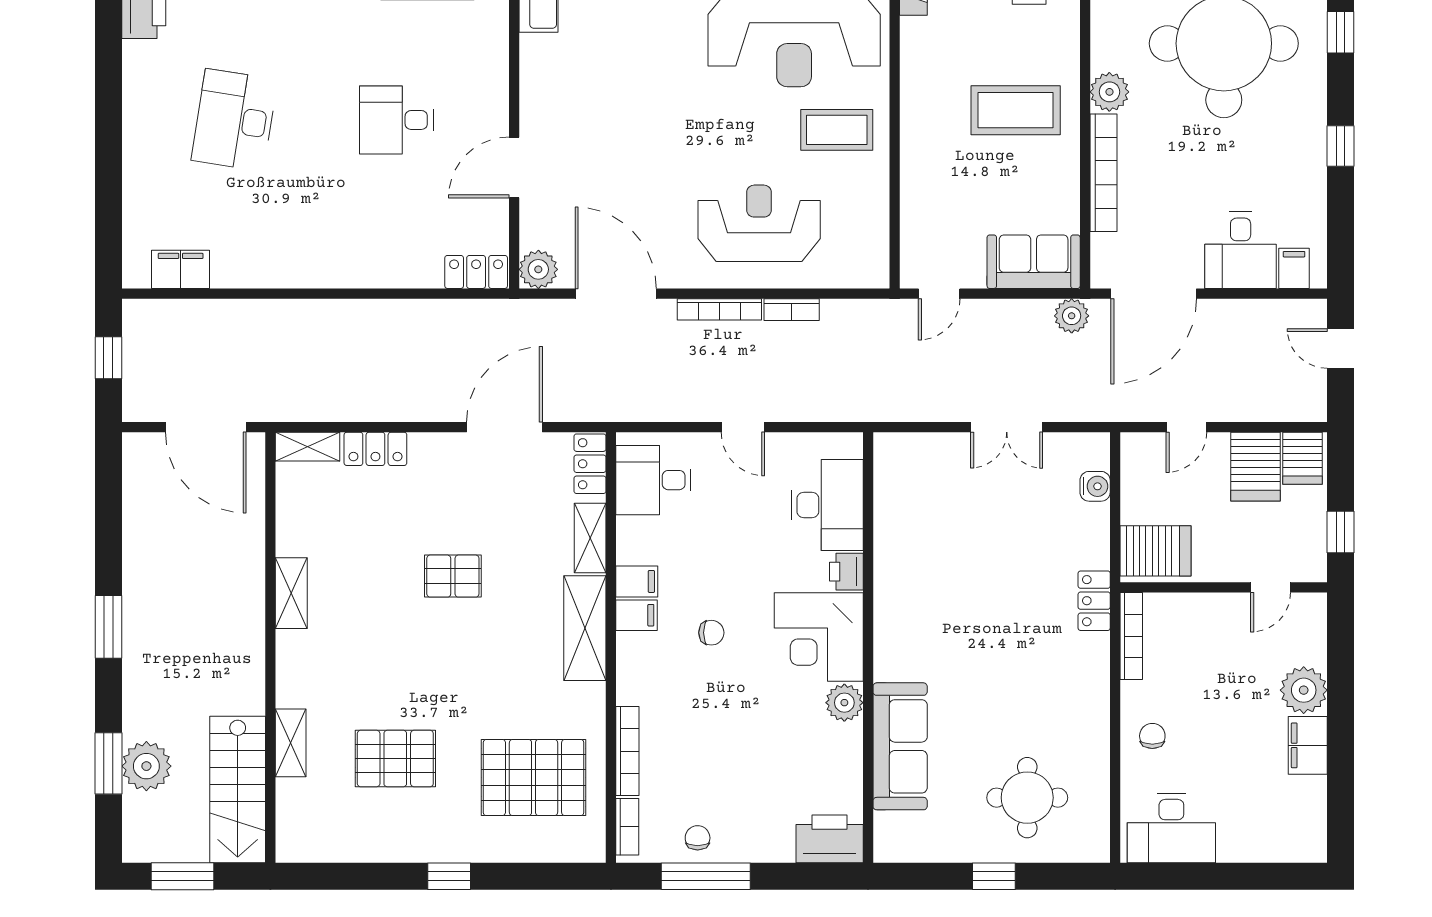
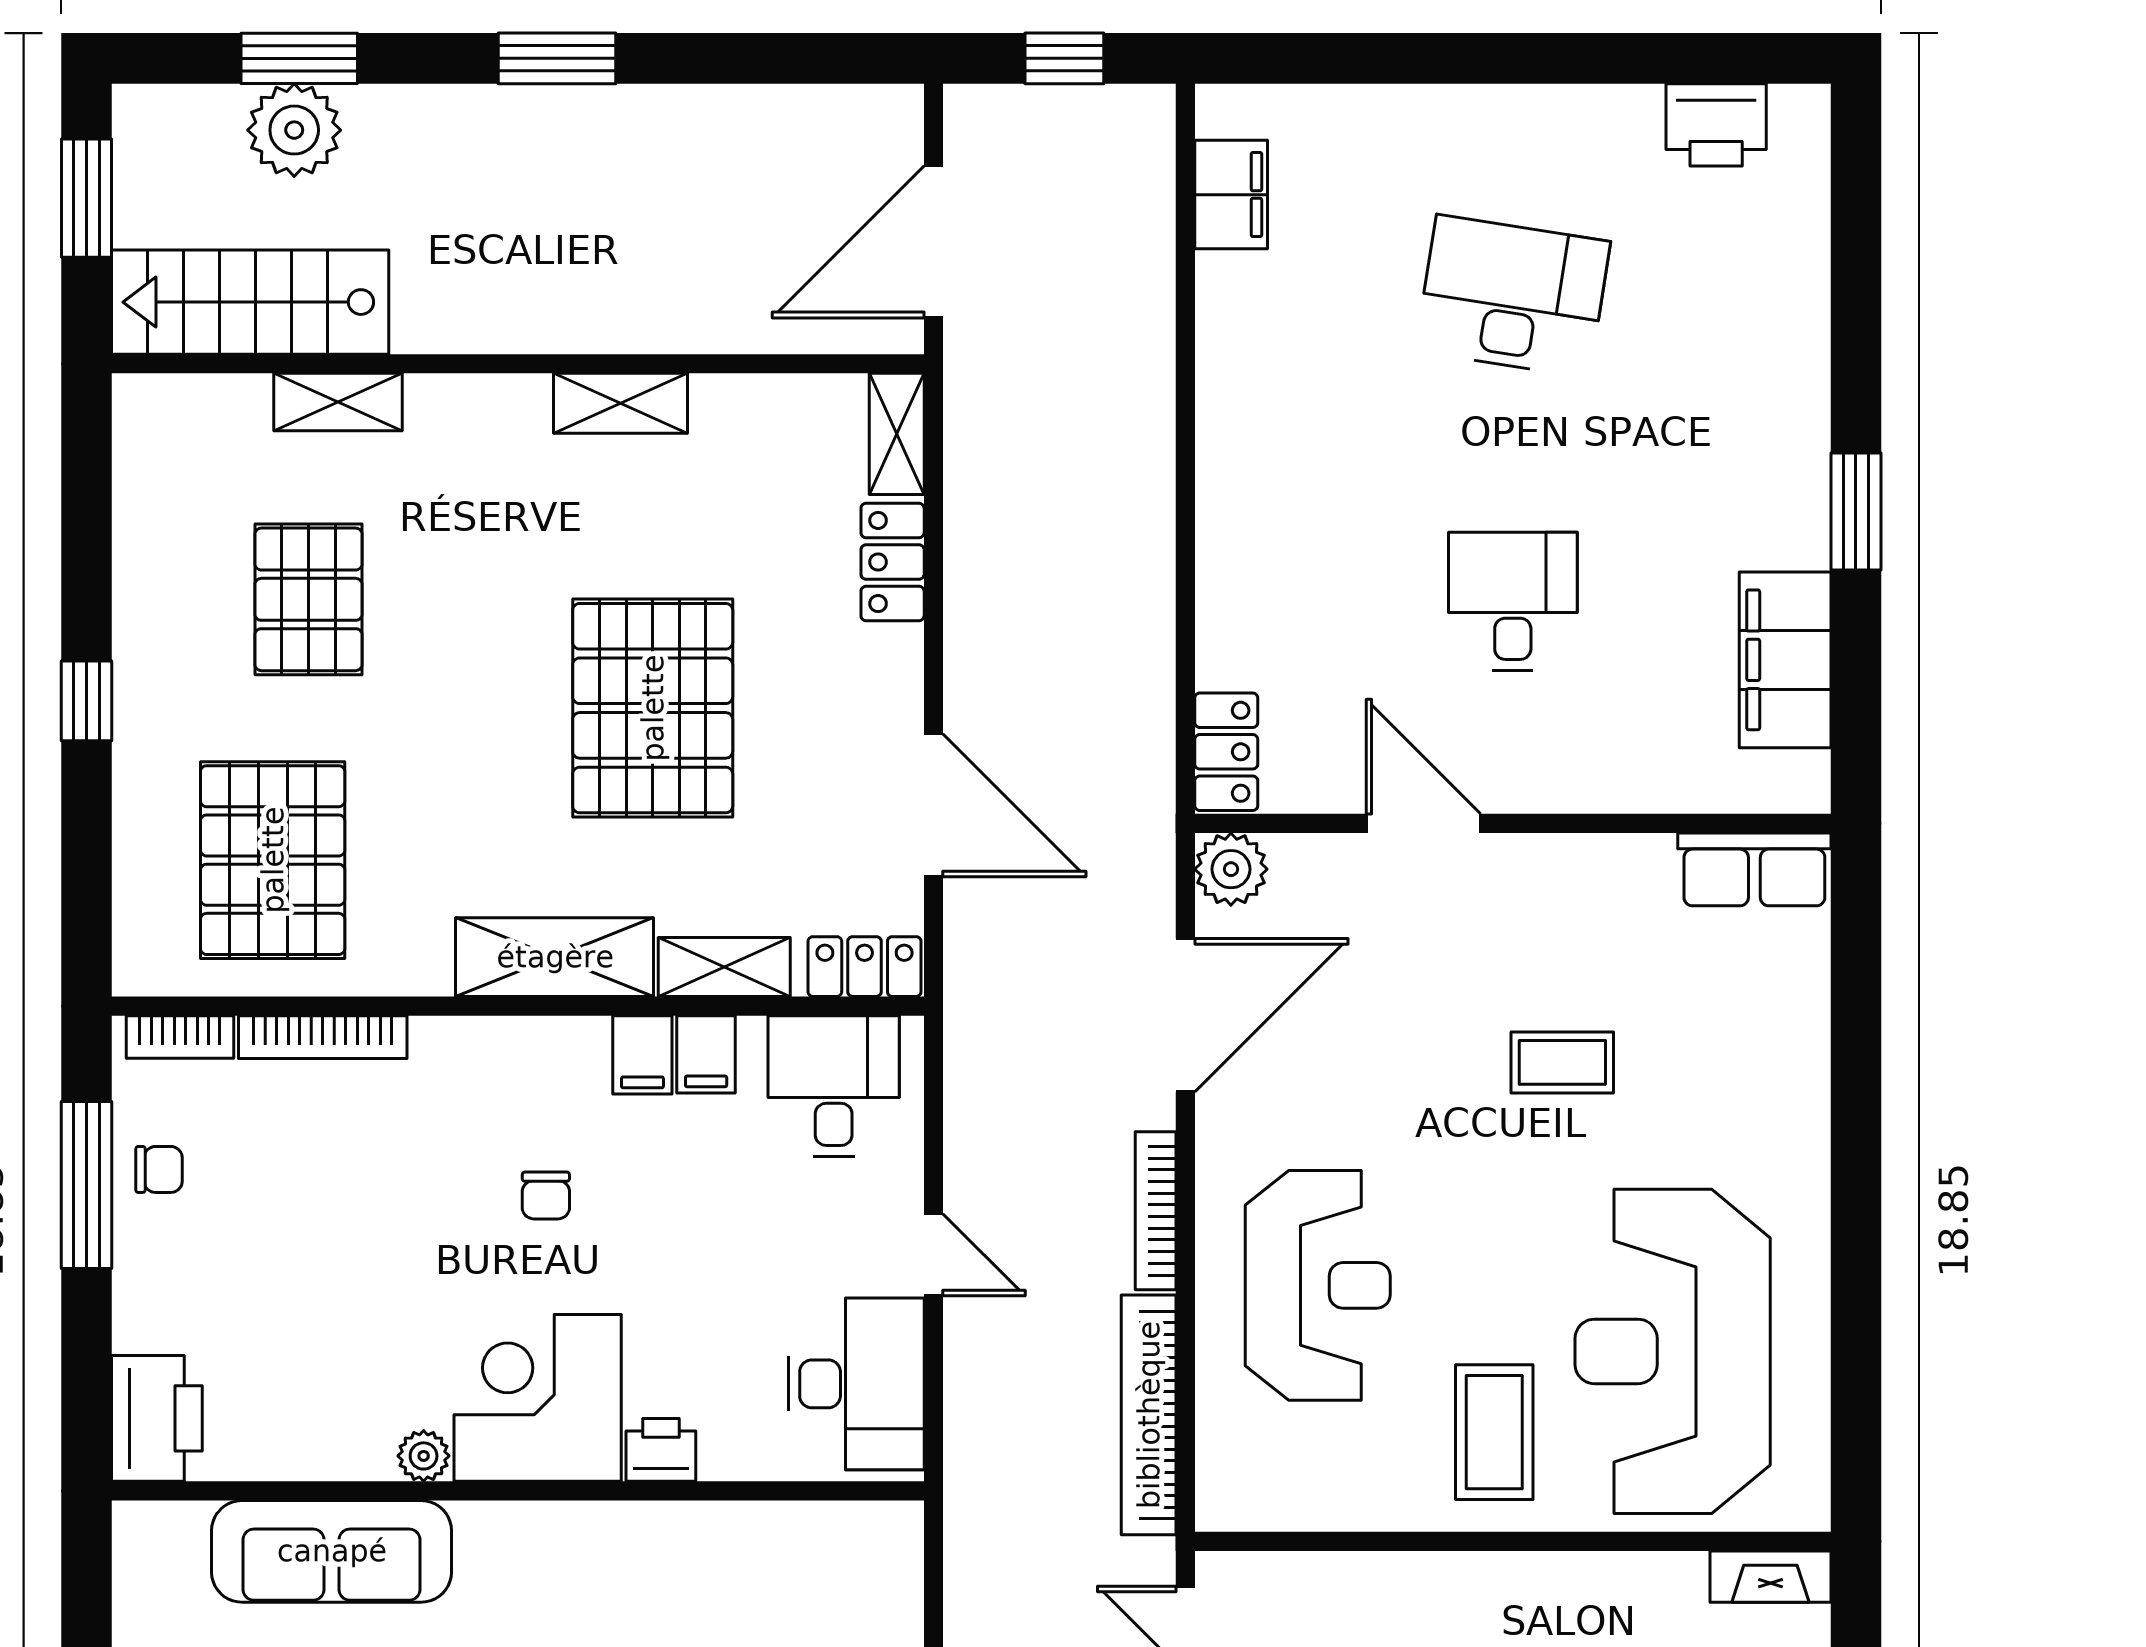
coffee table: (641, 94) -> (1562, 1062), added
bookcase: (792, 310) -> (1149, 1415), width x2.31, depth x1.31
door: (743, 427) -> (933, 1255), swing flipped
desk: (827, 505) -> (856, 1384), moved, turned -90
pallet: (453, 576) -> (653, 708), width x2.05, depth x2.00
filing cabinet: (636, 615) -> (706, 1054), moved
plant: (844, 703) -> (424, 1456), width x0.73, depth x0.73

